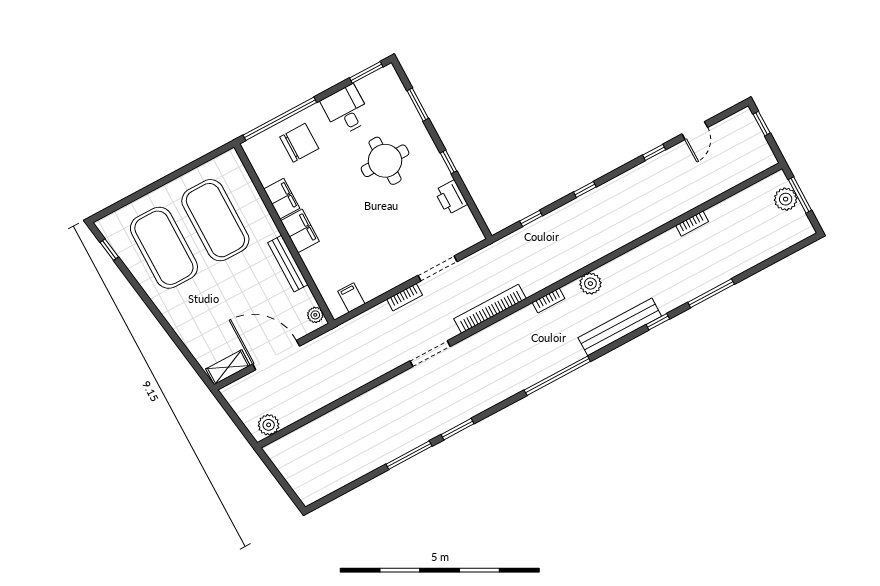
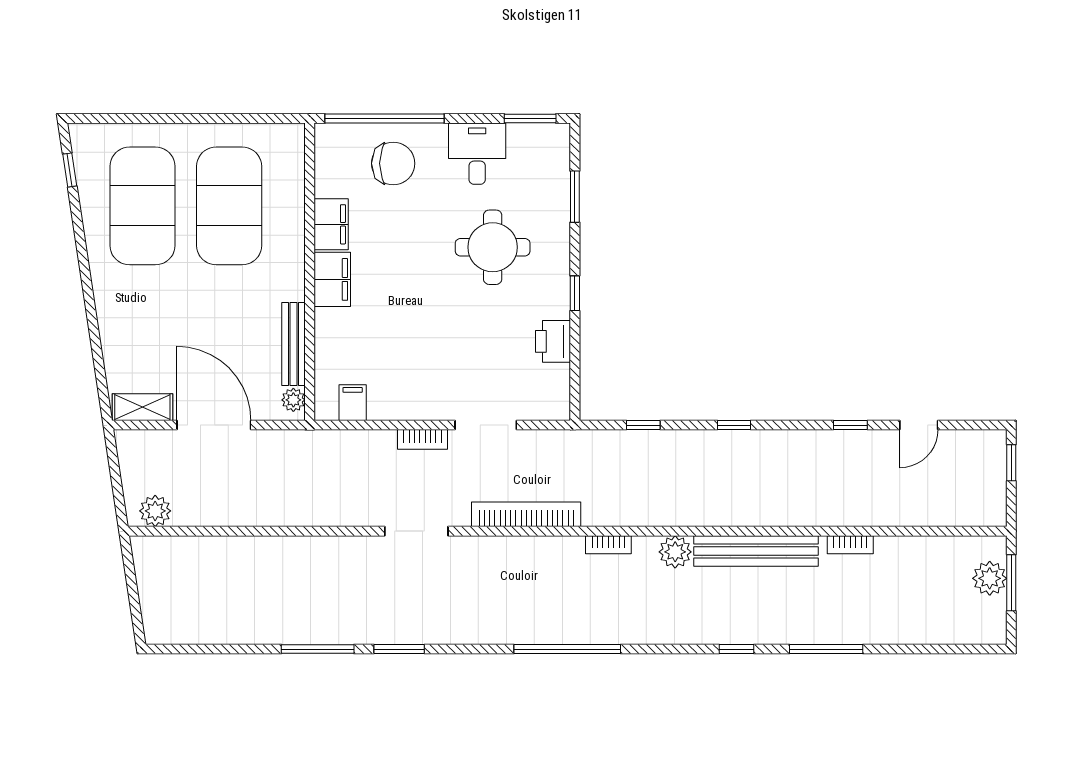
bench: (288, 264) -> (294, 344), moved
bench: (620, 327) -> (756, 551), moved

